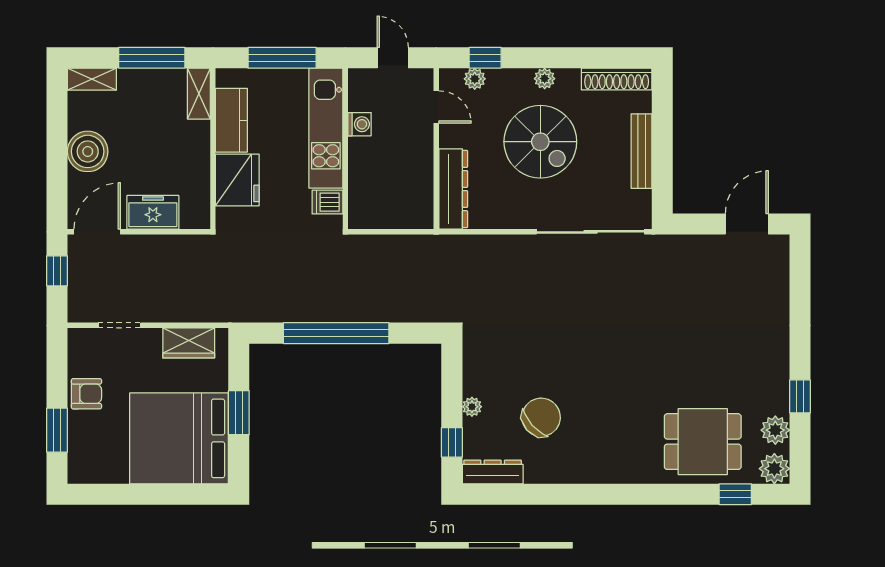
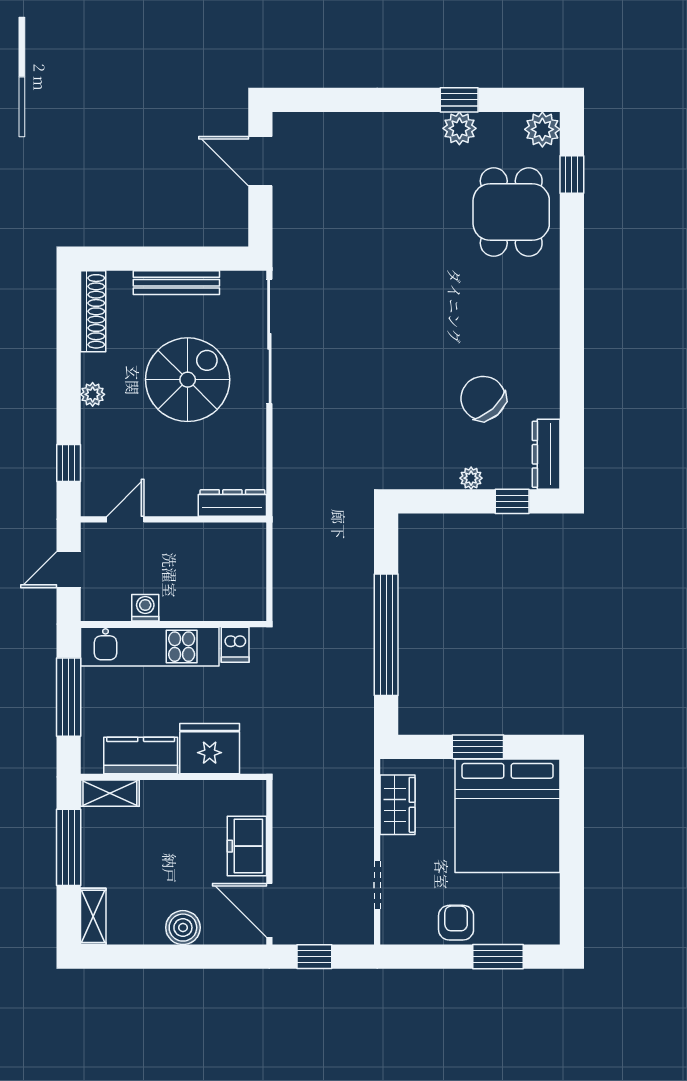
plant: (475, 79) -> (93, 475), removed
spiral stairs: (540, 142) -> (188, 380), moved
boiler: (88, 151) -> (183, 928), width x0.73, depth x0.73
dresser: (453, 189) -> (232, 503), width x0.73, depth x0.80
plant: (775, 430) -> (459, 128), moved

